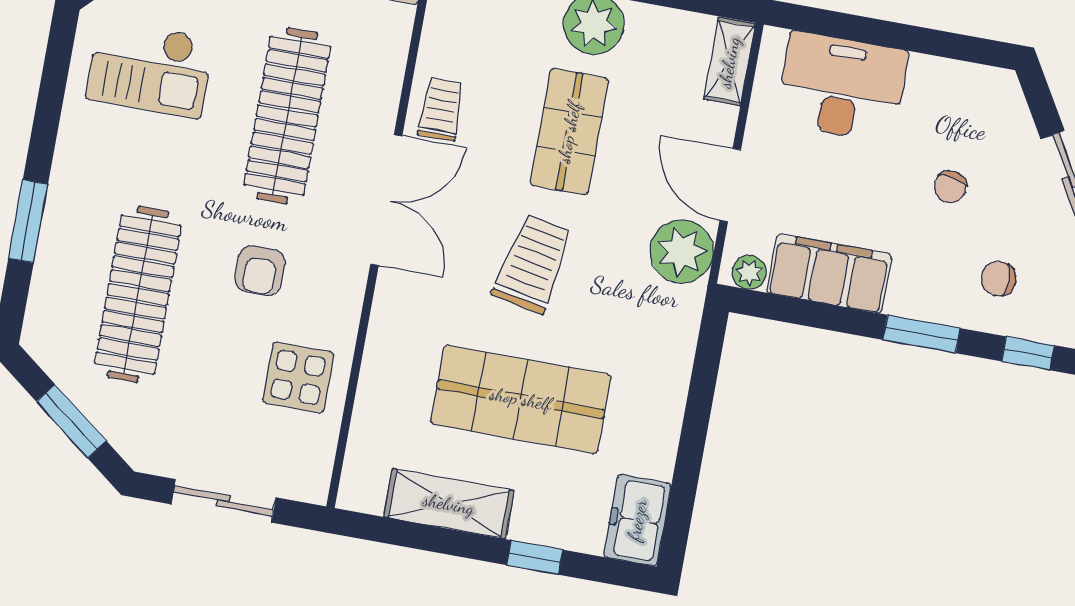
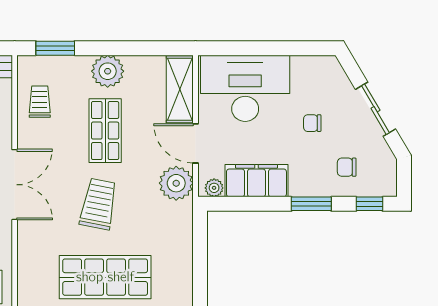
shelving: (729, 62) -> (180, 89), width x1.50, depth x1.33
desk: (842, 87) -> (245, 88), width x1.36, depth x1.30
trolley: (441, 109) -> (40, 102), moved
chair: (950, 187) -> (312, 123), turned 79

